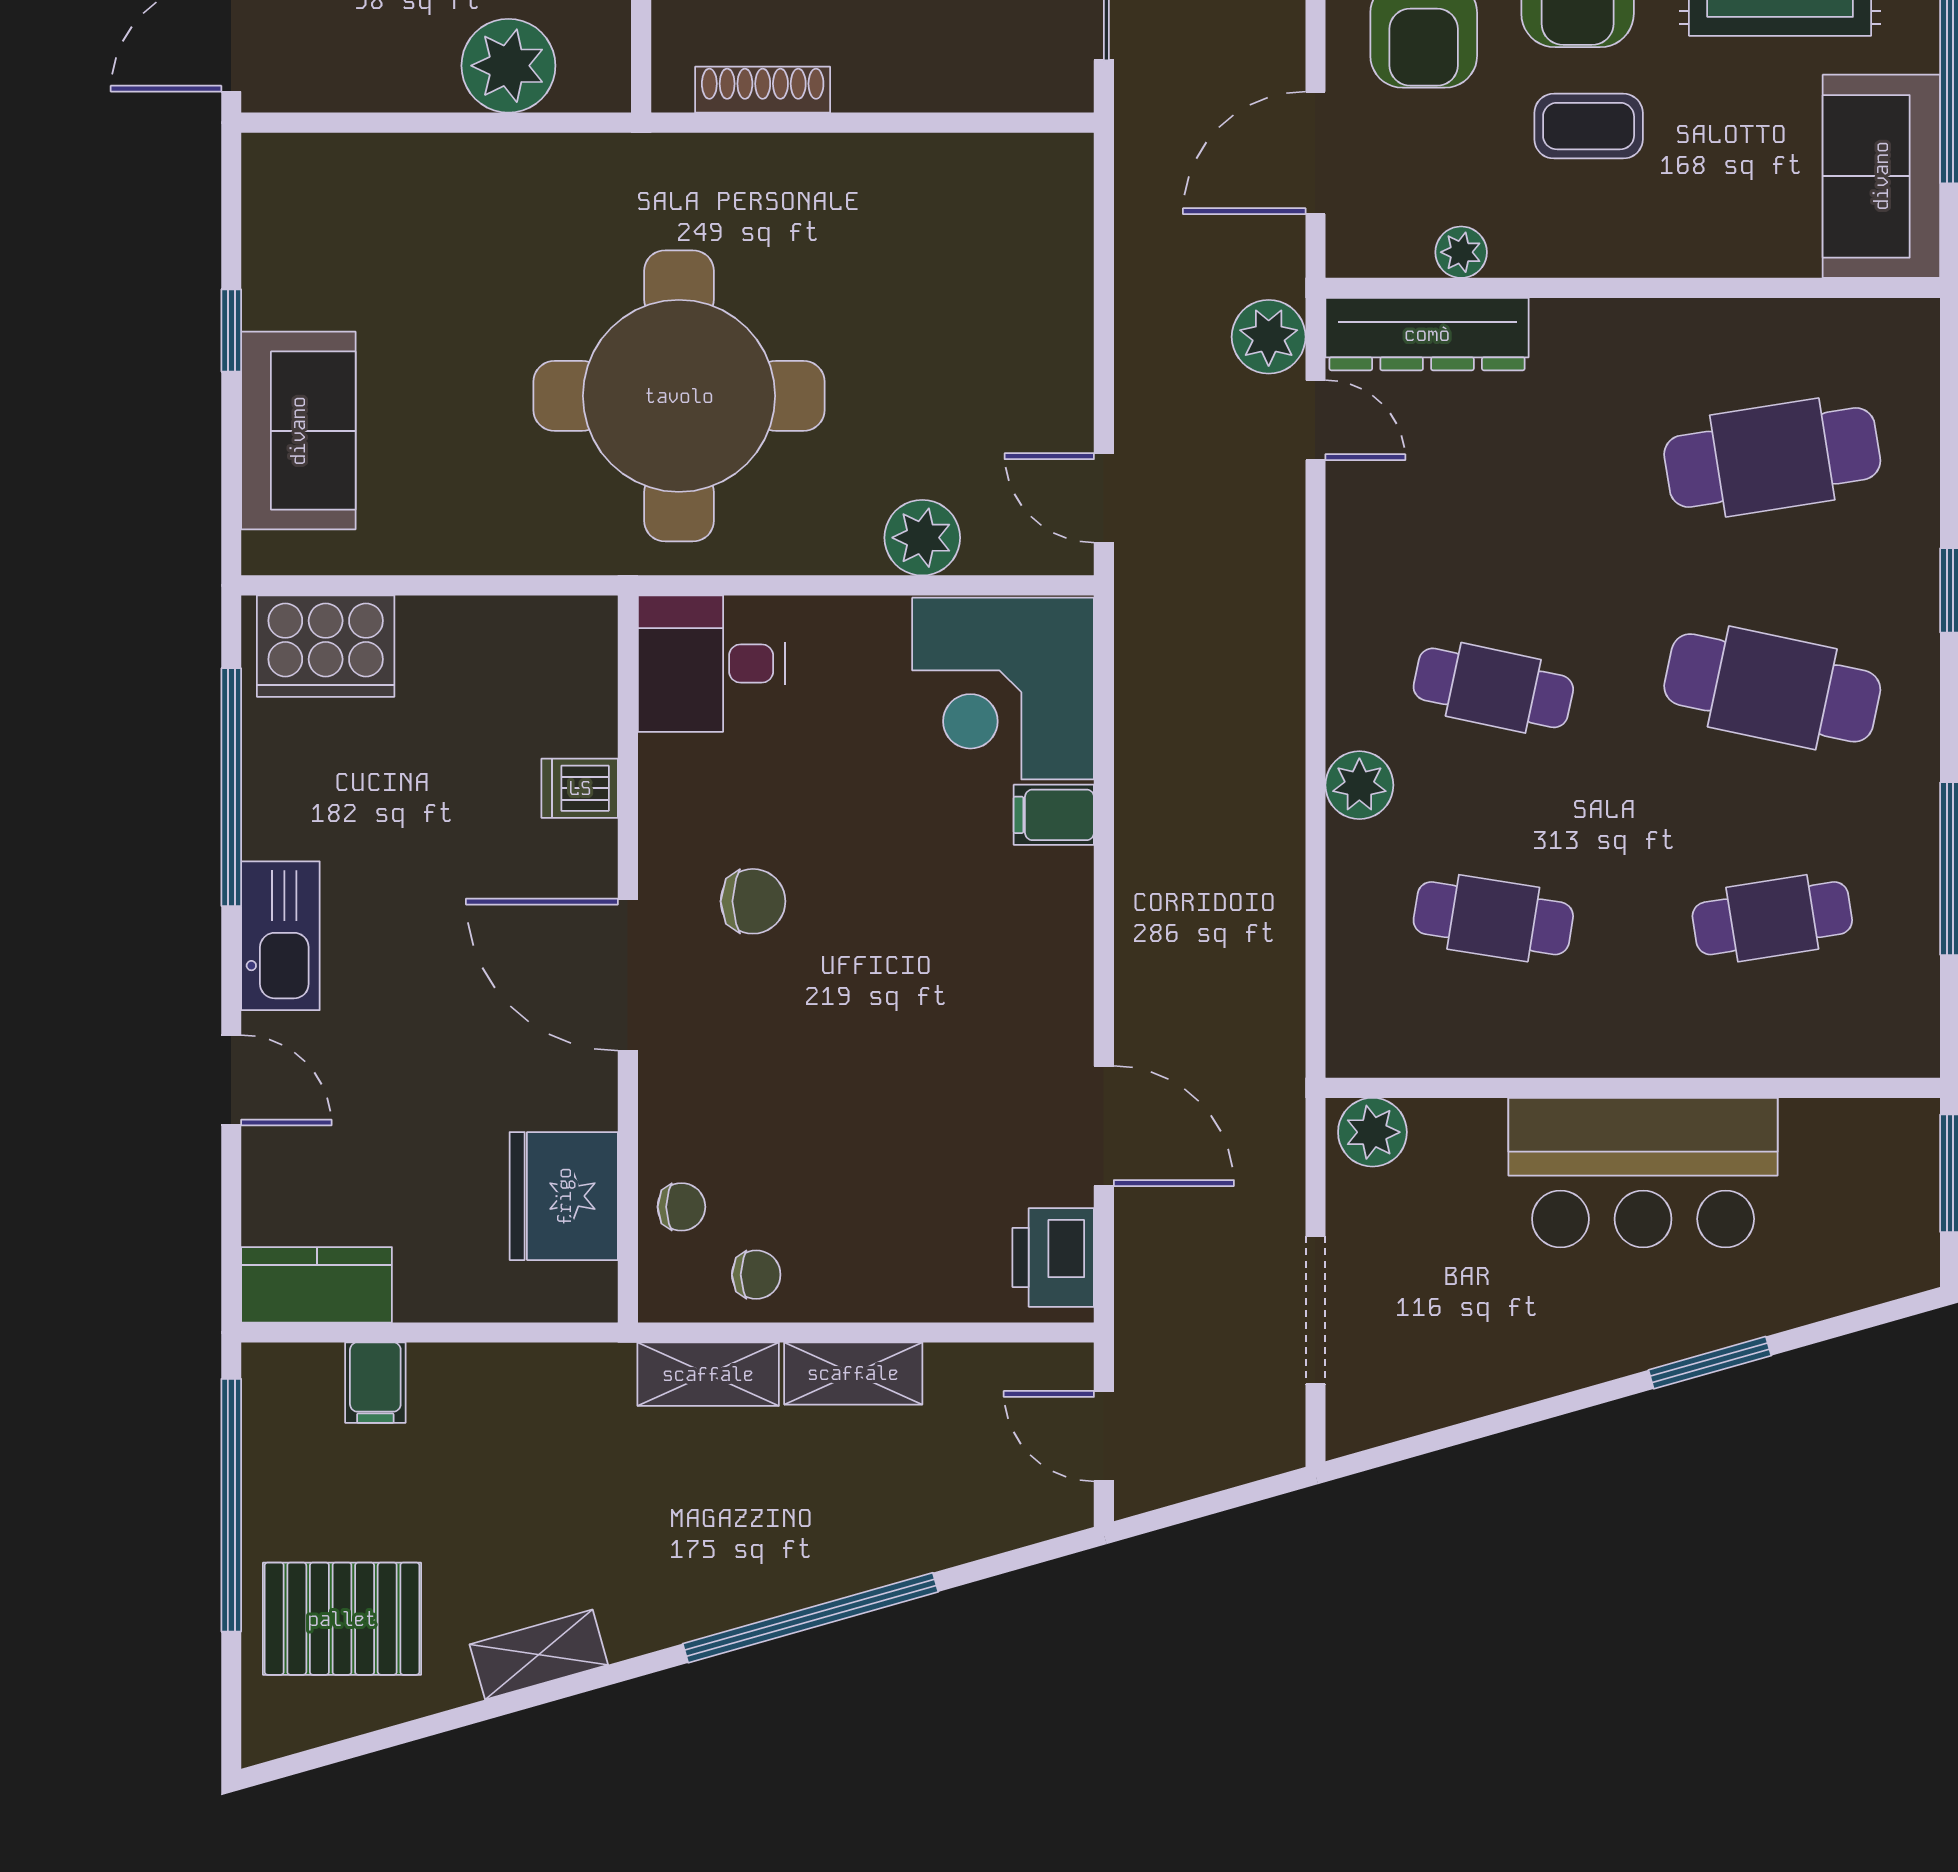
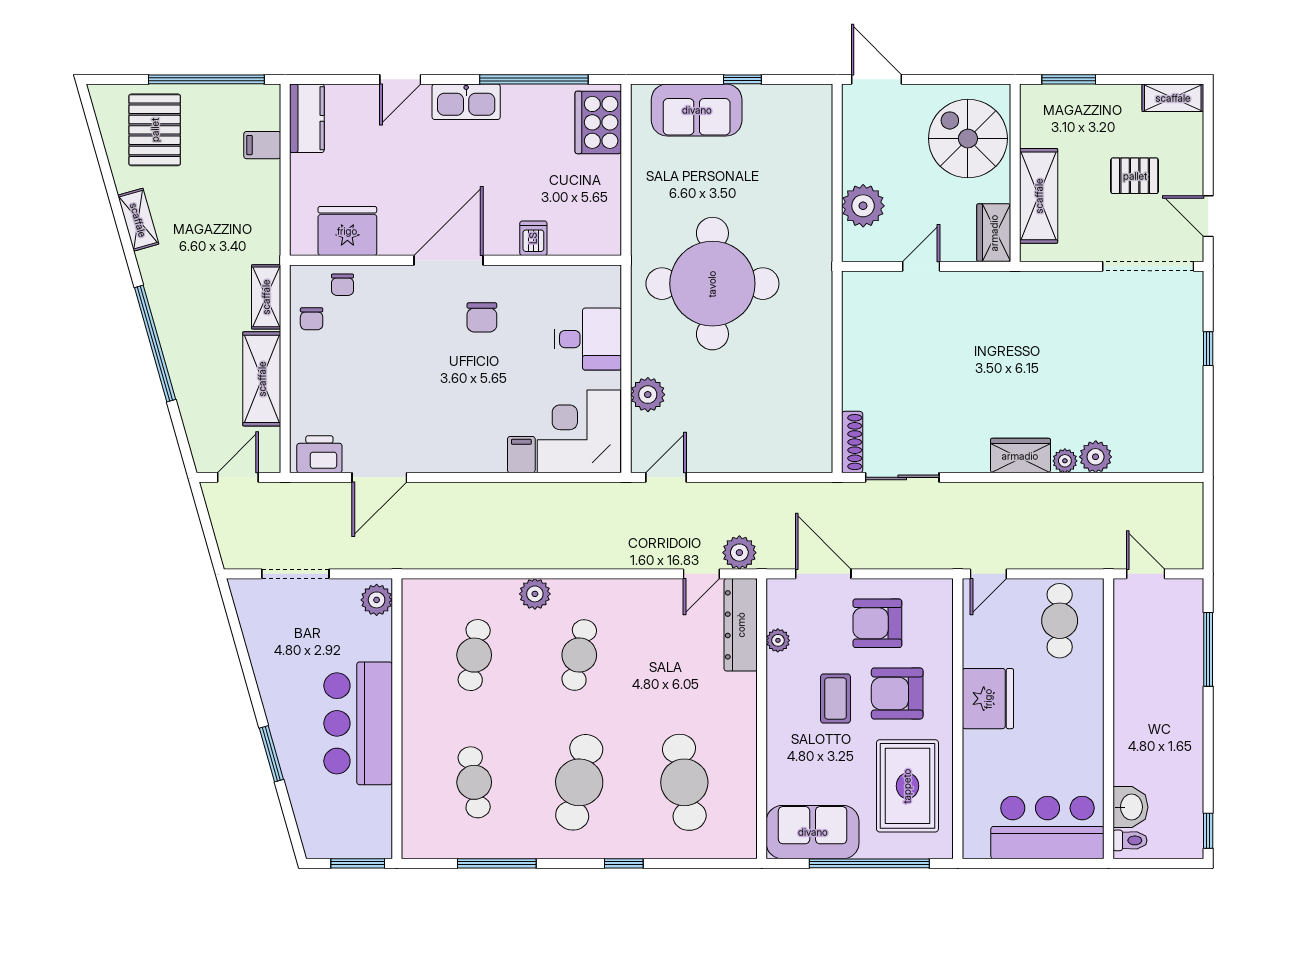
shoe rack: (763, 90) -> (852, 442), moved
desk: (711, 664) -> (588, 339), moved, turned 90
shelving: (853, 1373) -> (262, 379), width x1.50, depth x1.33

